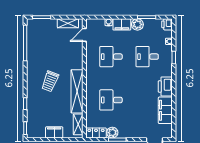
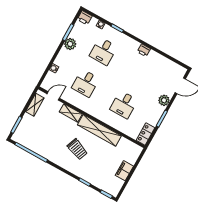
filing cabinet: (122, 24) -> (62, 58), removed
door: (84, 35) -> (53, 96), swing flipped
printer: (165, 86) -> (144, 50), width x0.53, depth x0.68
filing cabinet: (165, 110) -> (160, 62), removed
shelving: (78, 124) -> (71, 113), moved
plant: (112, 133) -> (164, 100), moved

